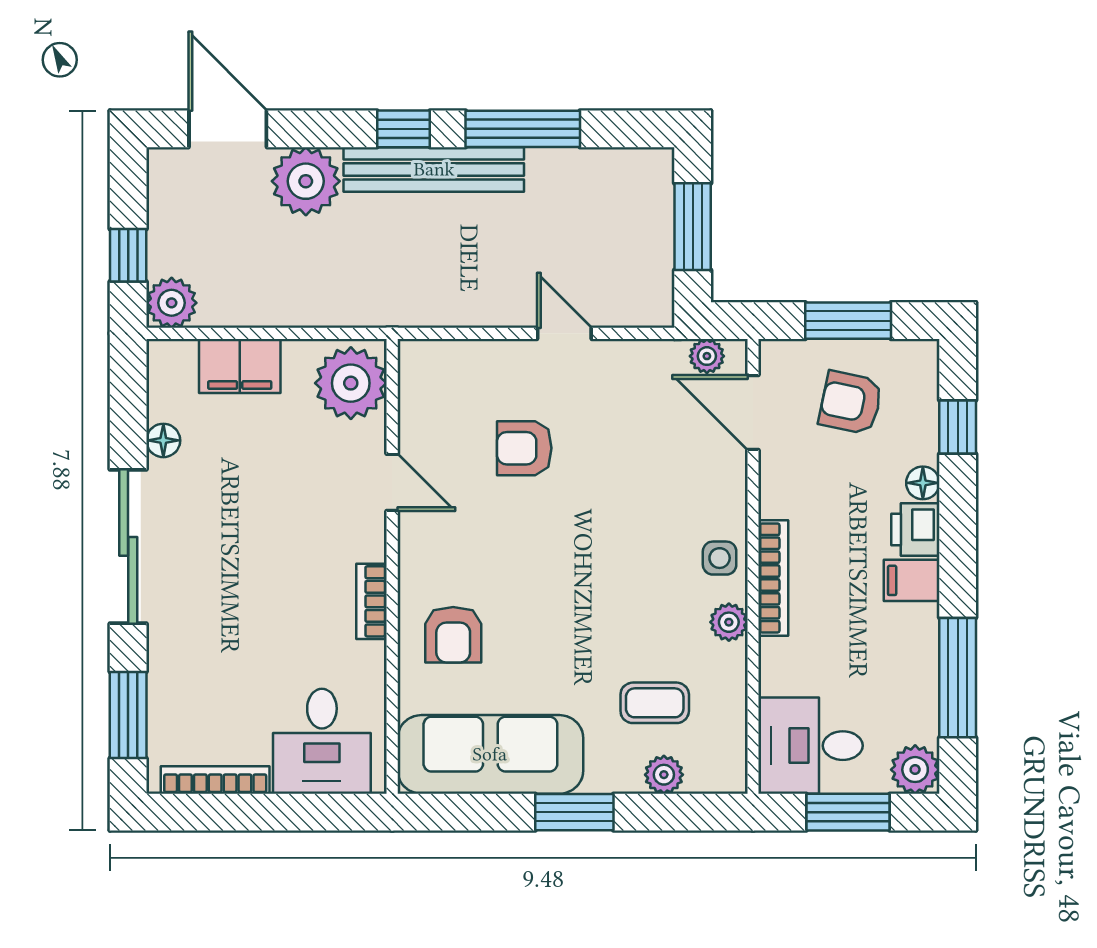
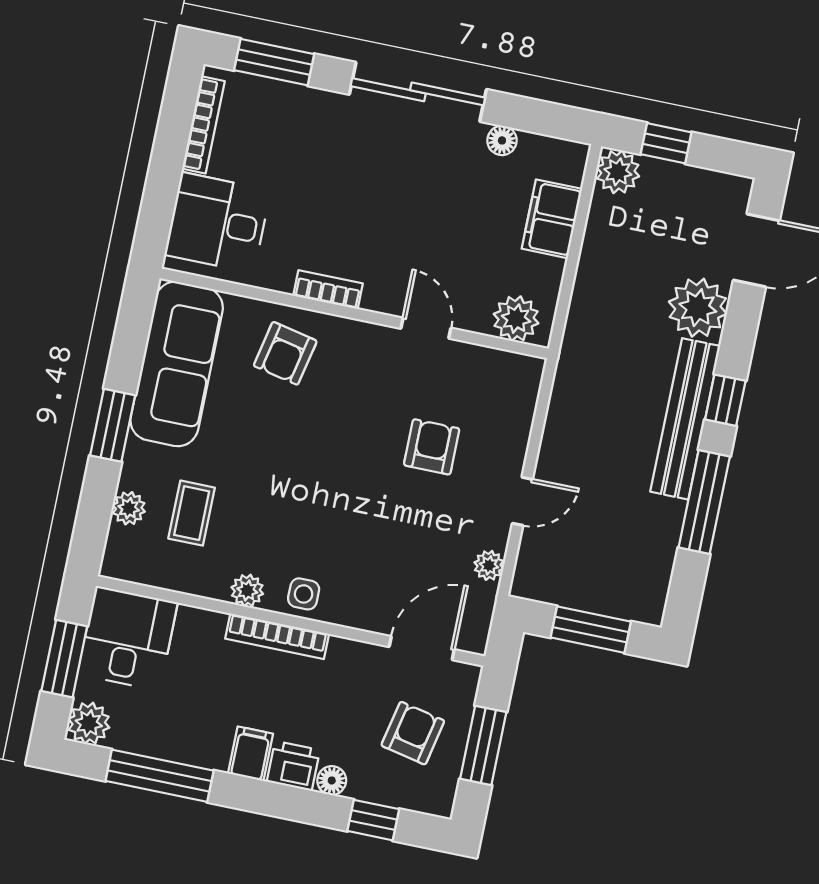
plant: (707, 356) -> (489, 565), moved
plant: (351, 383) -> (516, 319), width x0.73, depth x0.73
door: (392, 482) -> (426, 328), swing flipped
armchair: (453, 635) -> (285, 353), turned -78

